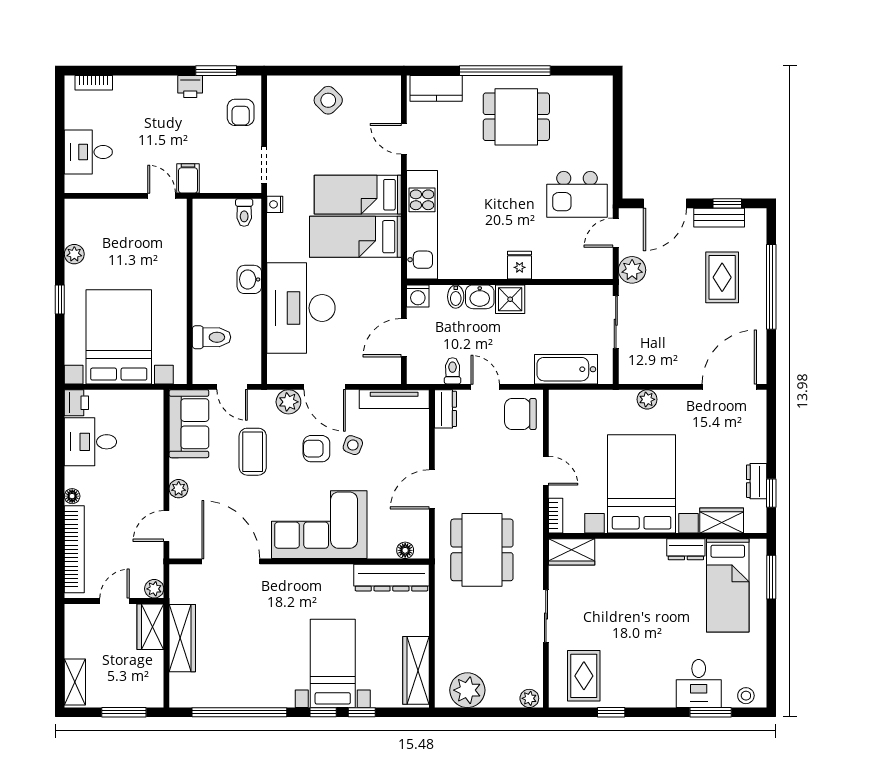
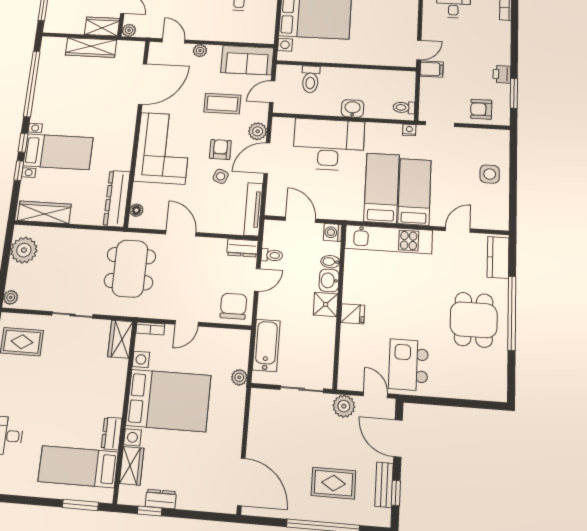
side table: (328, 100) -> (490, 174), turned 45
plant: (647, 399) -> (239, 377), moved
dining table: (482, 550) -> (130, 269), turned 90

